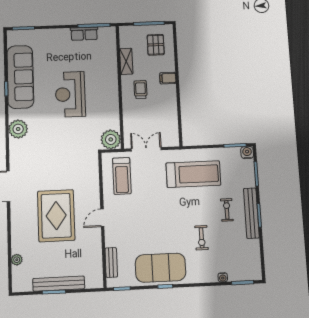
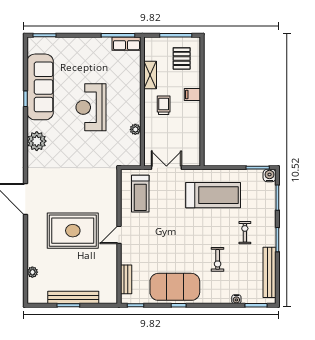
row of seats: (84, 34) -> (126, 44), moved
plant: (111, 139) -> (135, 129), moved, width x0.53, depth x0.53
bench: (251, 213) -> (270, 272), moved
rug: (56, 216) -> (73, 231), turned 90

